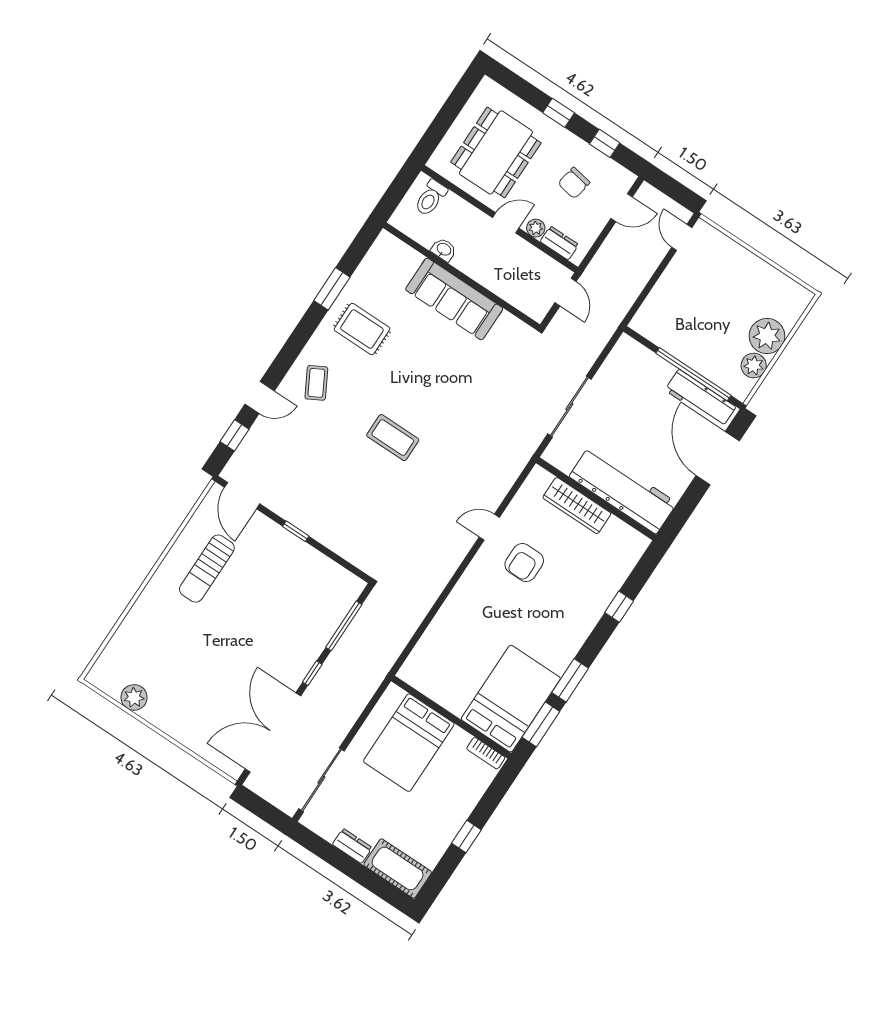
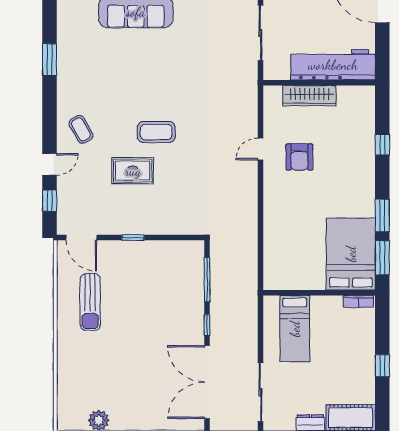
rug: (362, 329) -> (133, 171), moved
bed: (409, 743) -> (295, 329), width x0.67

